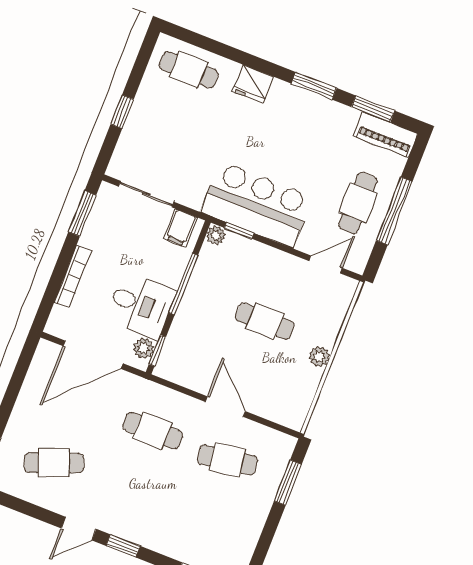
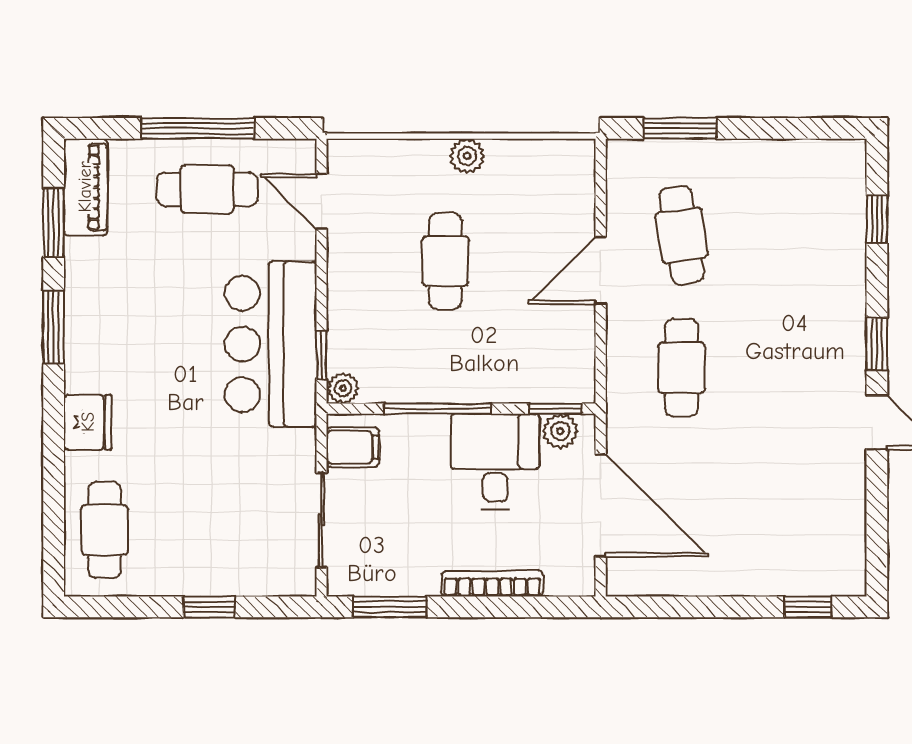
cafe table: (54, 463) -> (790, 500), removed

